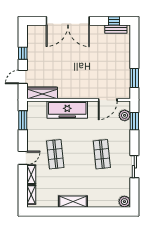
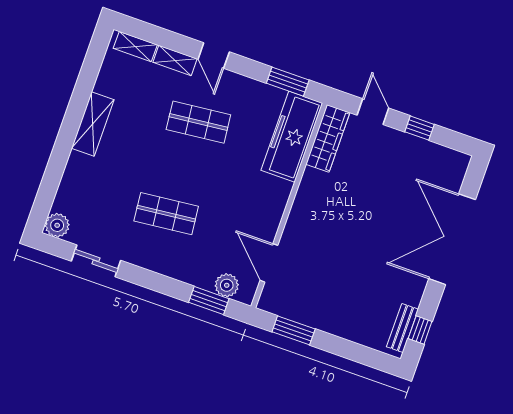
freezer: (67, 110) -> (292, 137), moved
sliding door: (134, 167) -> (96, 261), moved

